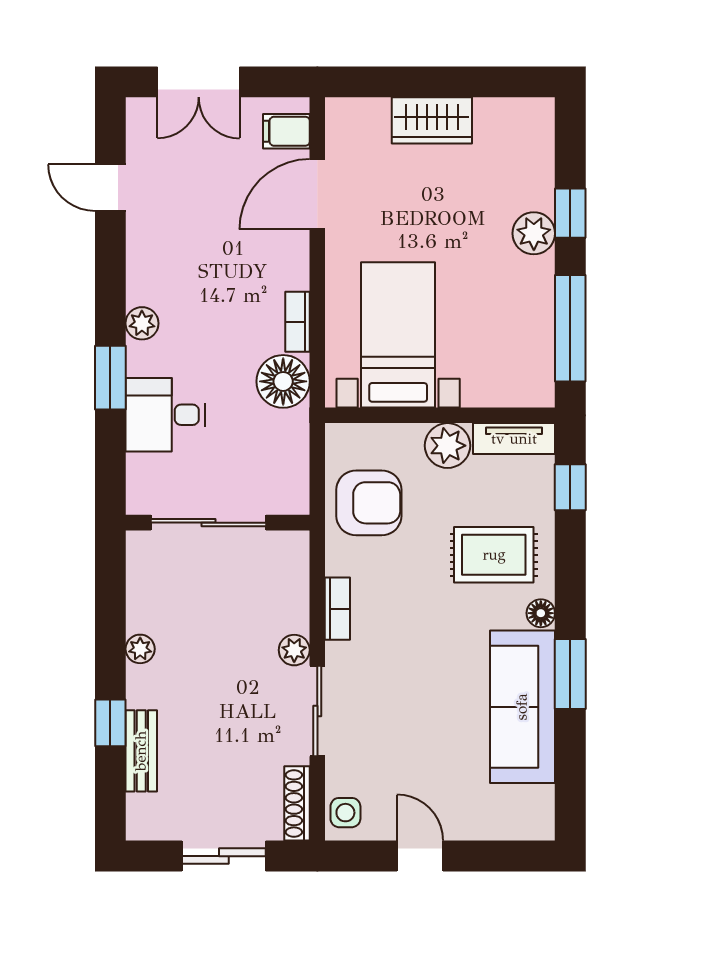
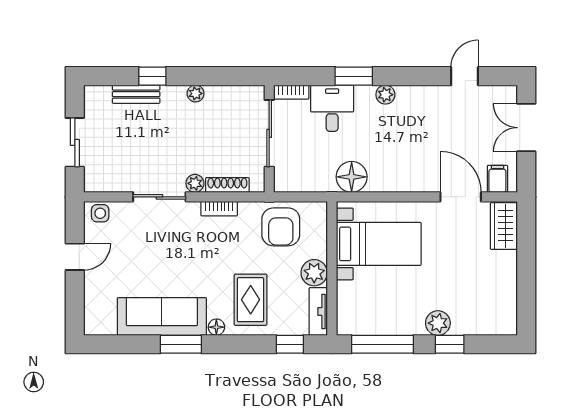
wardrobe: (432, 120) -> (504, 226), moved
bookcase: (298, 322) -> (291, 92), moved, turned 180
shoe rack: (297, 803) -> (227, 185), moved

